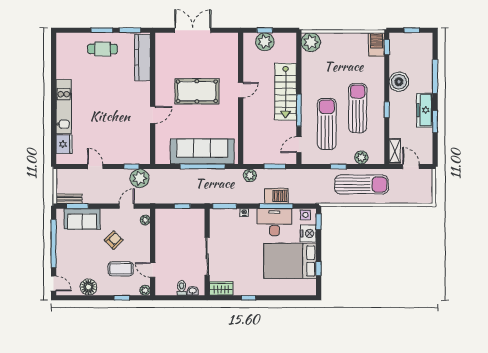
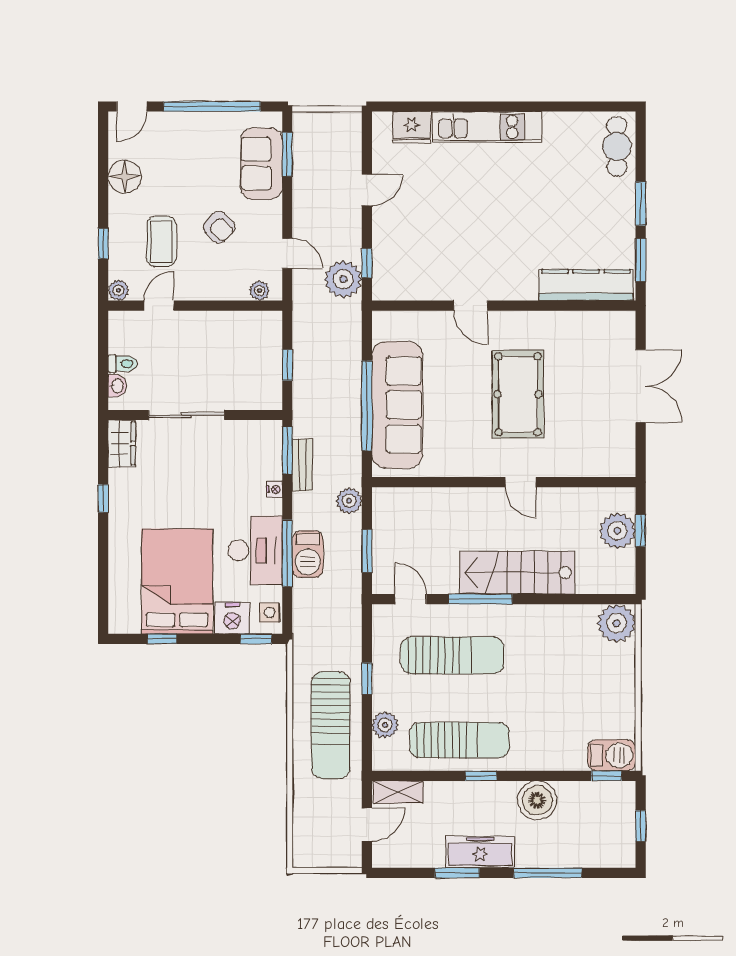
cafe table: (103, 49) -> (617, 146), moved
sun lounger: (358, 108) -> (459, 740), moved
bench: (69, 199) -> (302, 465), moved

